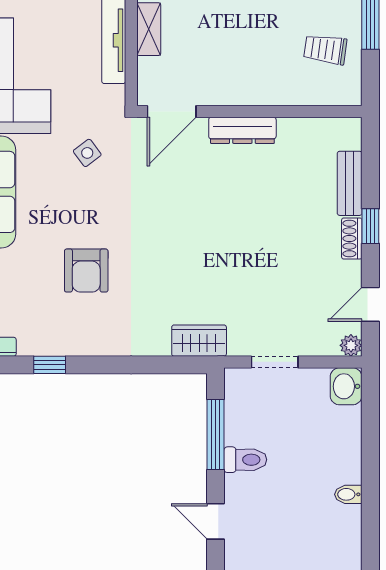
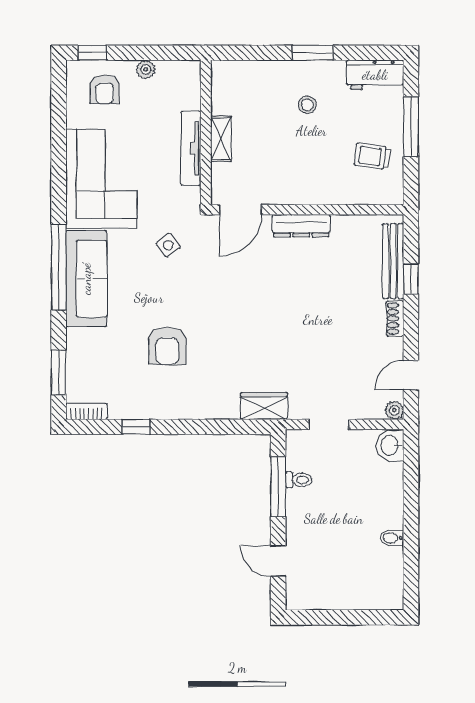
bench: (350, 183) -> (393, 261), width x1.36
window: (370, 226) -> (411, 279), moved
toilet: (245, 460) -> (299, 480), moved, width x0.73, depth x0.72

